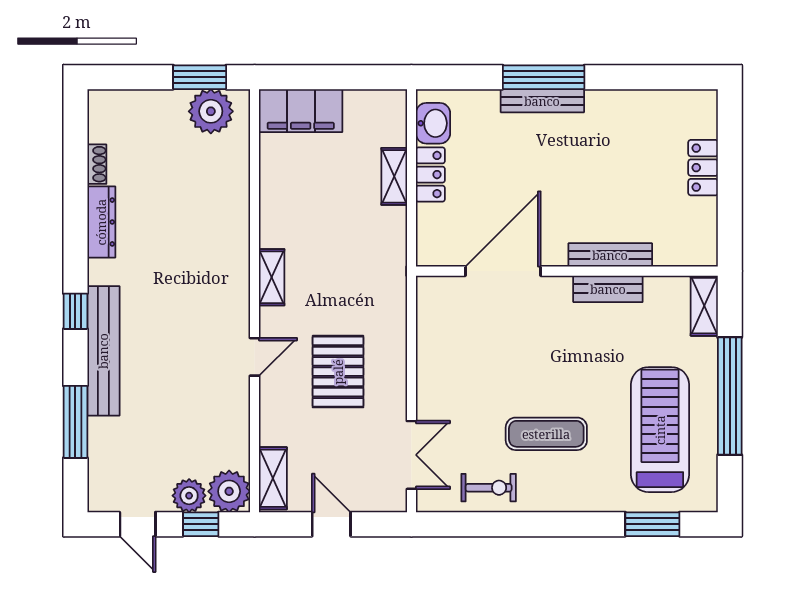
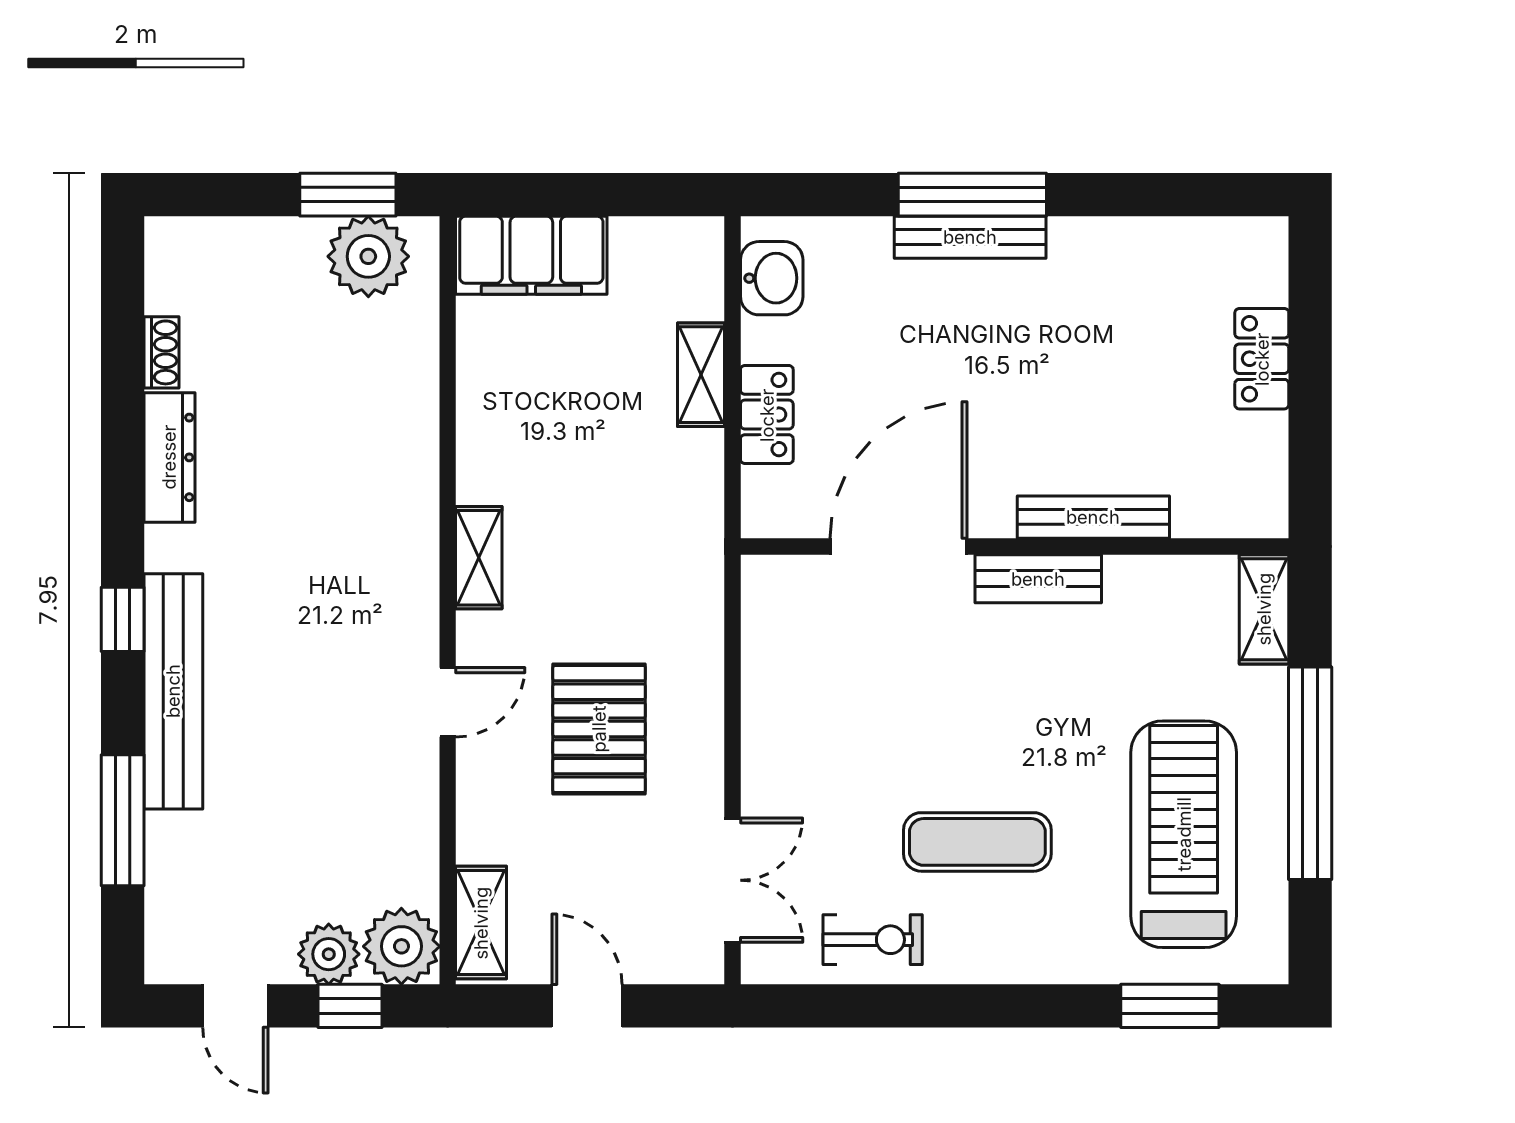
locker: (430, 175) -> (767, 415), moved
bench: (608, 289) -> (1038, 579), moved

